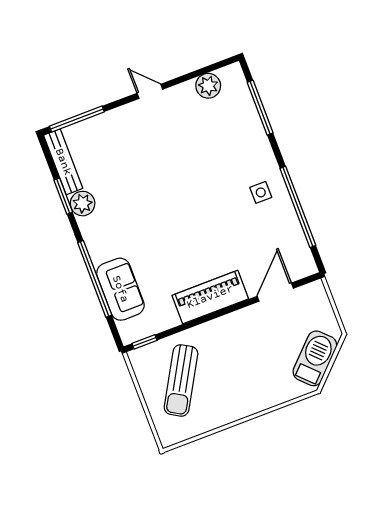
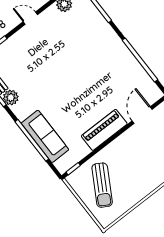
side table: (261, 192) -> (115, 58), removed
sofa: (120, 289) -> (45, 136), width x1.36

